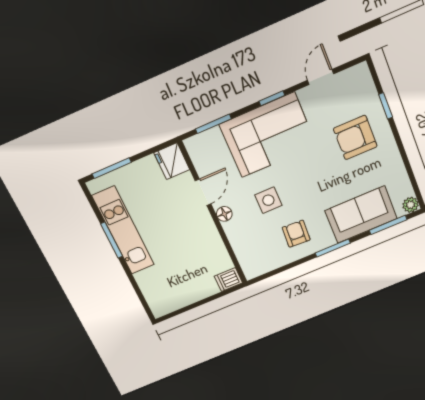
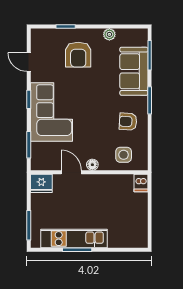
side table: (268, 200) -> (124, 155), moved
plant: (411, 205) -> (109, 34), moved

